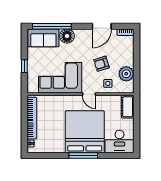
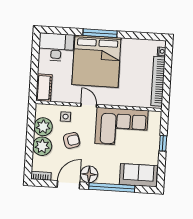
window: (52, 26) -> (112, 187), moved
floor lamp: (67, 36) -> (89, 174), moved
plant: (126, 57) -> (42, 146), added

